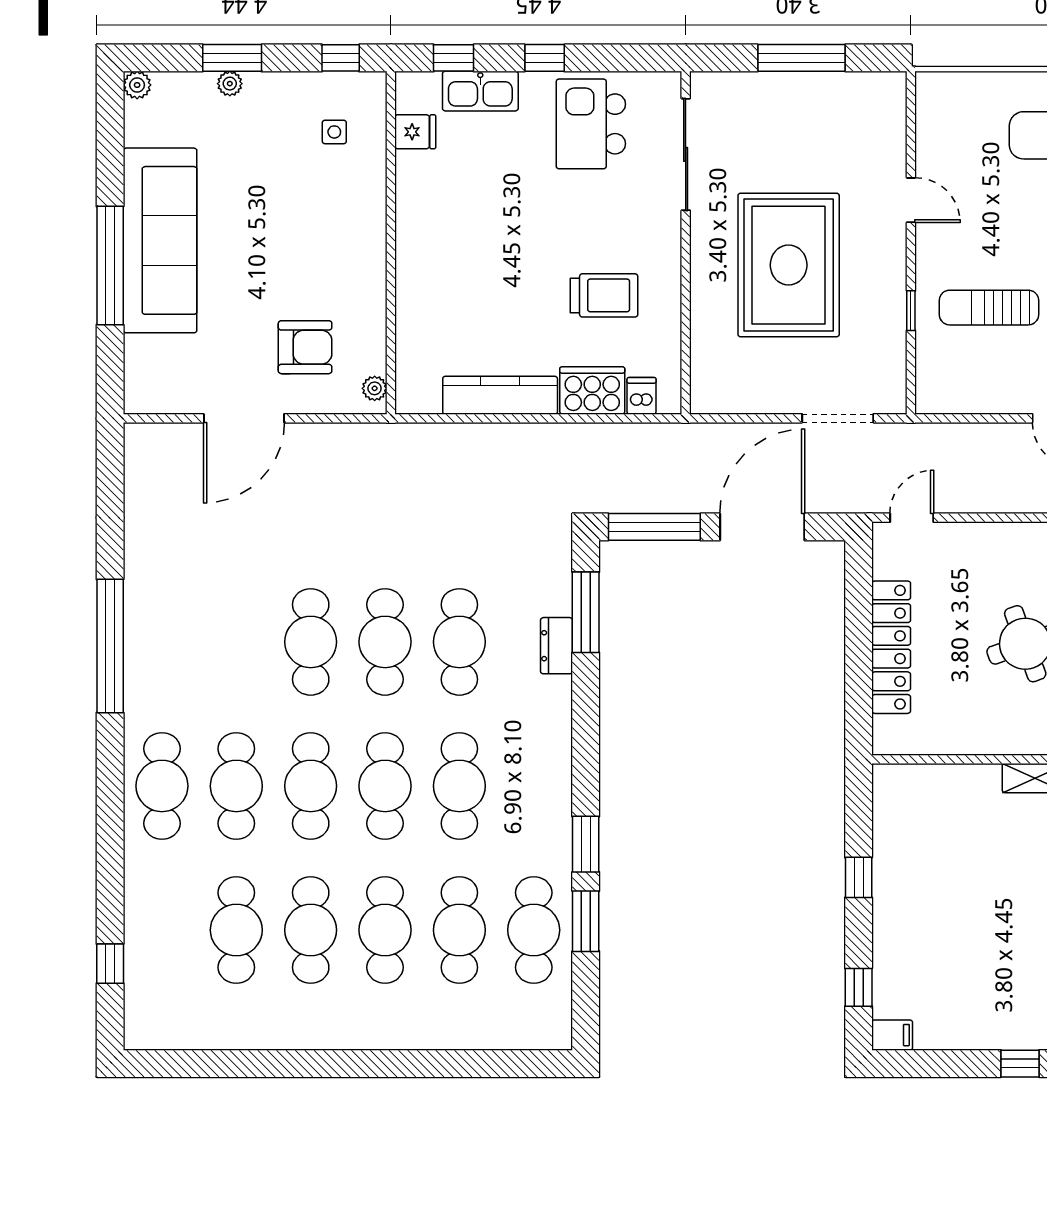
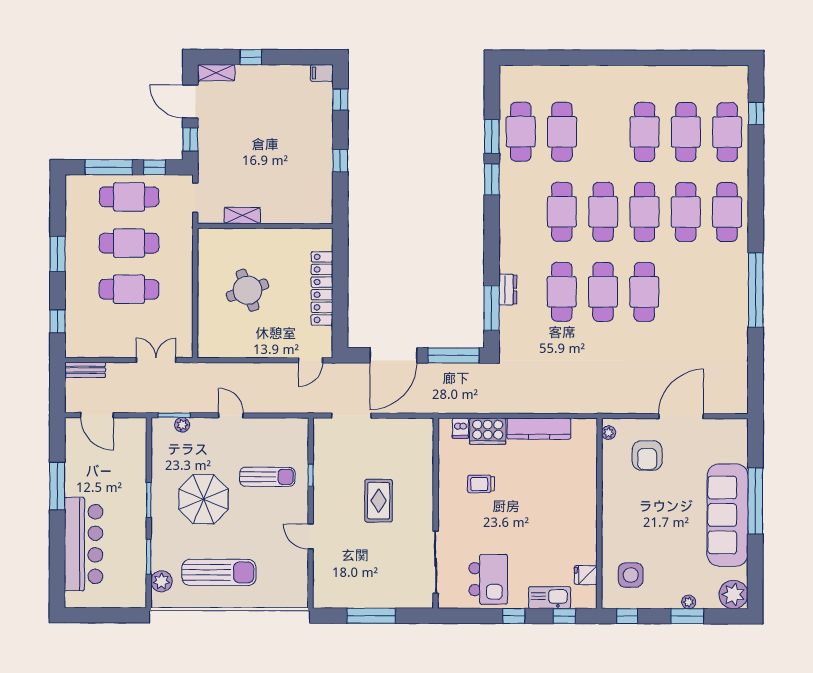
plant: (137, 85) -> (733, 595), width x1.87, depth x1.87
side table: (334, 132) -> (631, 575), width x1.87, depth x1.87
rug: (789, 265) -> (379, 501), width x0.54, depth x0.49
trolley: (604, 295) -> (481, 484), width x0.73, depth x0.72
armchair: (305, 347) -> (647, 456), turned -90
cafe table: (385, 930) -> (727, 132), moved

